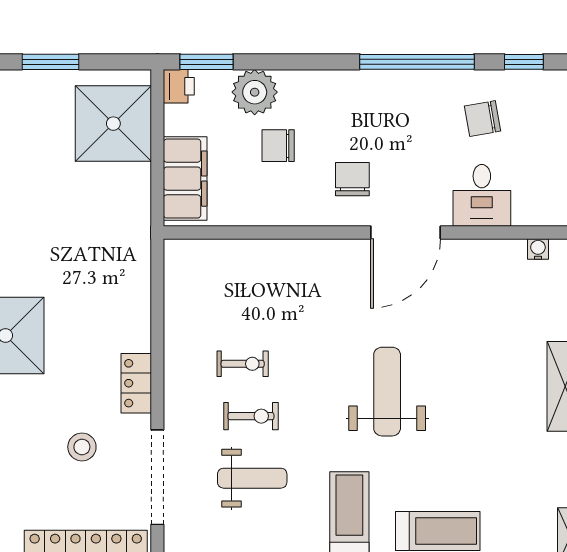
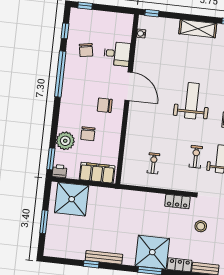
exercise bike: (243, 364) -> (153, 163), moved
weight bench: (387, 392) -> (192, 101), turned 90

